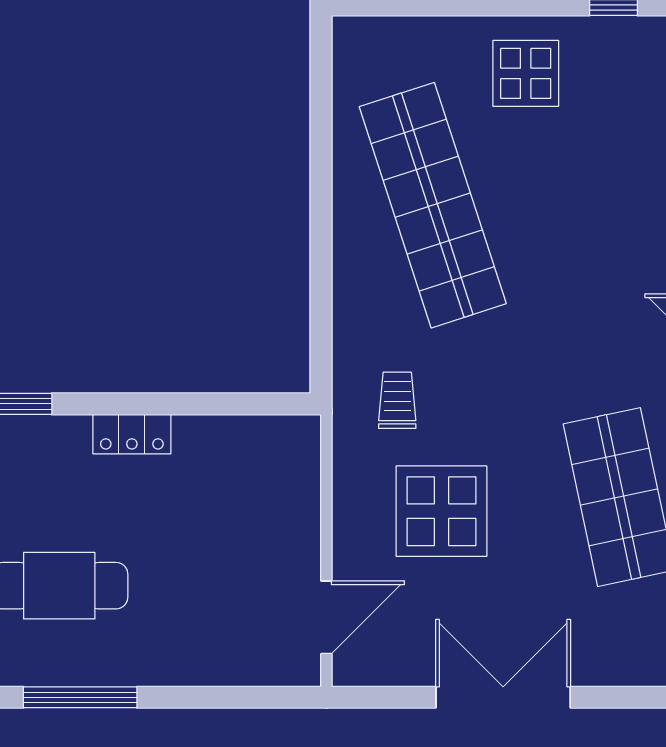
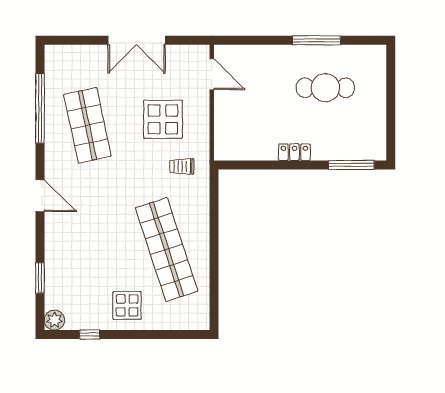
trolley: (397, 400) -> (182, 166), turned 90
door: (326, 617) -> (212, 74), swing flipped

